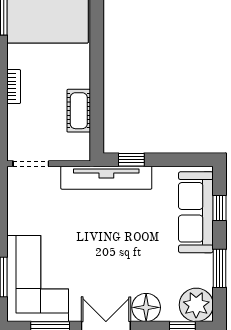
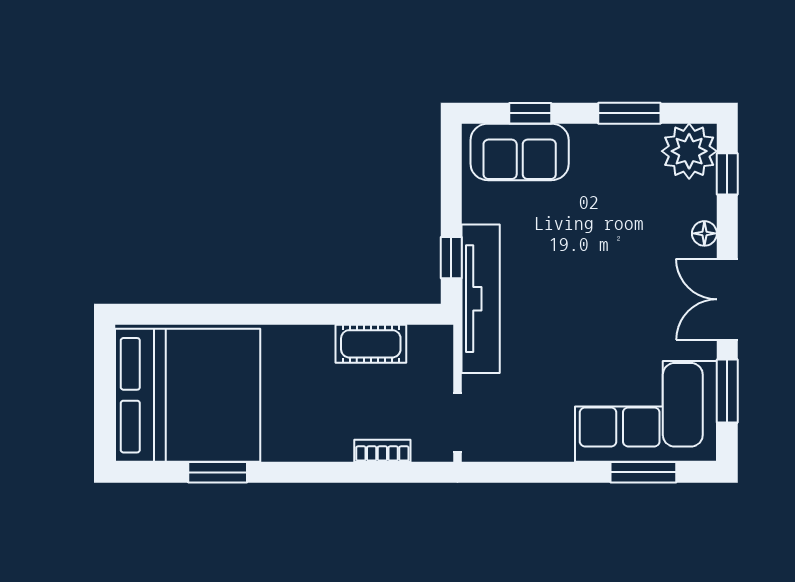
bookcase: (14, 87) -> (382, 451), moved
sofa: (196, 212) -> (520, 152), width x0.73
floor lamp: (146, 307) -> (704, 233), width x0.53, depth x0.53

